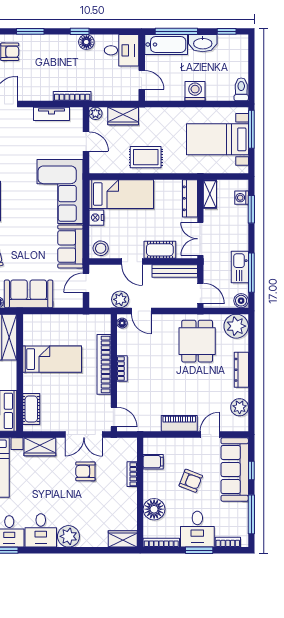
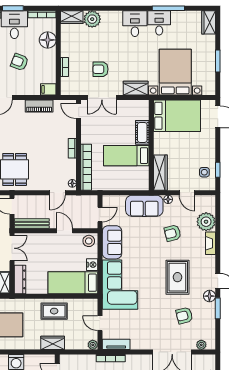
tv unit: (52, 114) -> (116, 344), moved
wardrobe: (123, 116) -> (53, 343), moved
cot: (160, 250) -> (43, 240), removed
plant: (120, 299) -> (74, 202), removed
door: (141, 311) -> (58, 193), swing flipped
bookcase: (104, 364) -> (86, 167), moved
cot: (31, 409) -> (142, 132), moved
piano: (179, 423) -> (39, 106), moved
double door: (84, 434) -> (102, 98), swing flipped
filing cabinet: (153, 462) -> (48, 89), moved
armchair: (85, 471) -> (100, 69), turned 180
plant: (68, 536) -> (92, 19), moved

